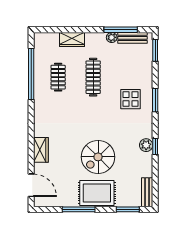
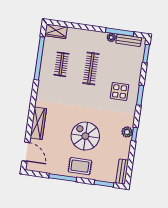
wardrobe: (72, 39) -> (56, 31), moved
wardrobe: (41, 150) -> (38, 123), width x1.50
spiral stairs: (98, 157) -> (85, 136), turned 90
rug: (97, 193) -> (80, 166), width x0.73, depth x0.70

